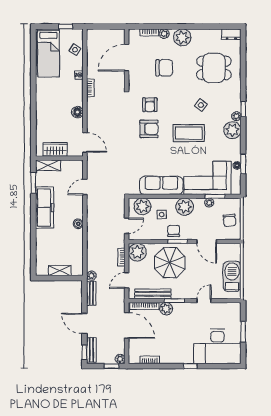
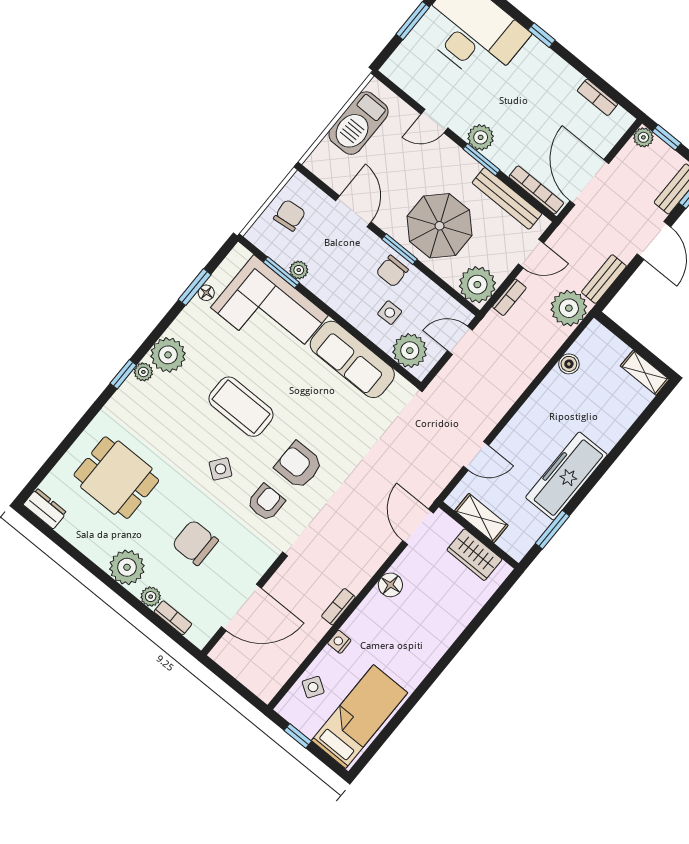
side table: (201, 105) -> (221, 469), moved
shelving: (48, 165) -> (481, 518), moved
plant: (185, 207) -> (343, 295), removed
boiler: (78, 224) -> (569, 364), moved
shelving: (60, 271) -> (645, 373), moved
plant: (91, 276) -> (569, 308), width x1.88, depth x1.88
plant: (166, 309) -> (481, 137), moved

